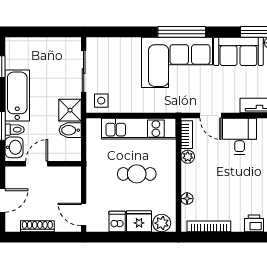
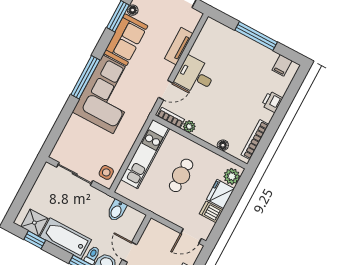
shower: (70, 110) -> (34, 223), moved

